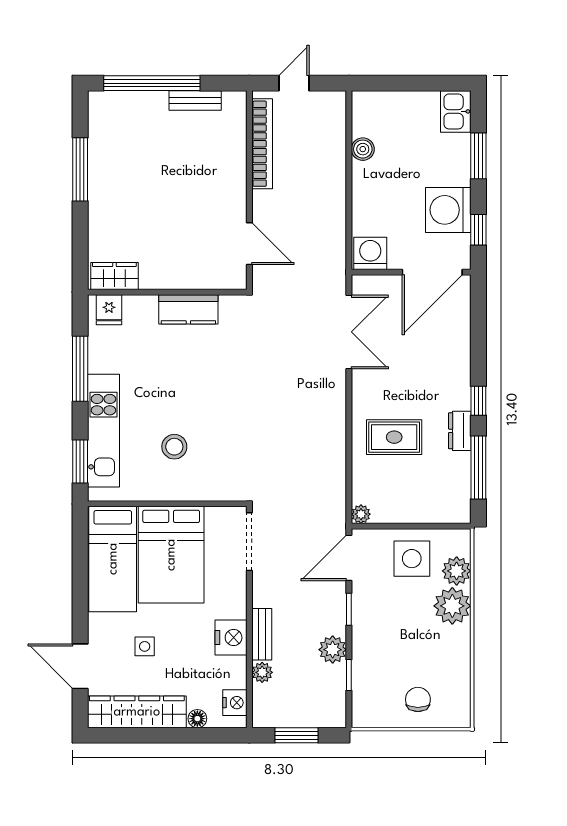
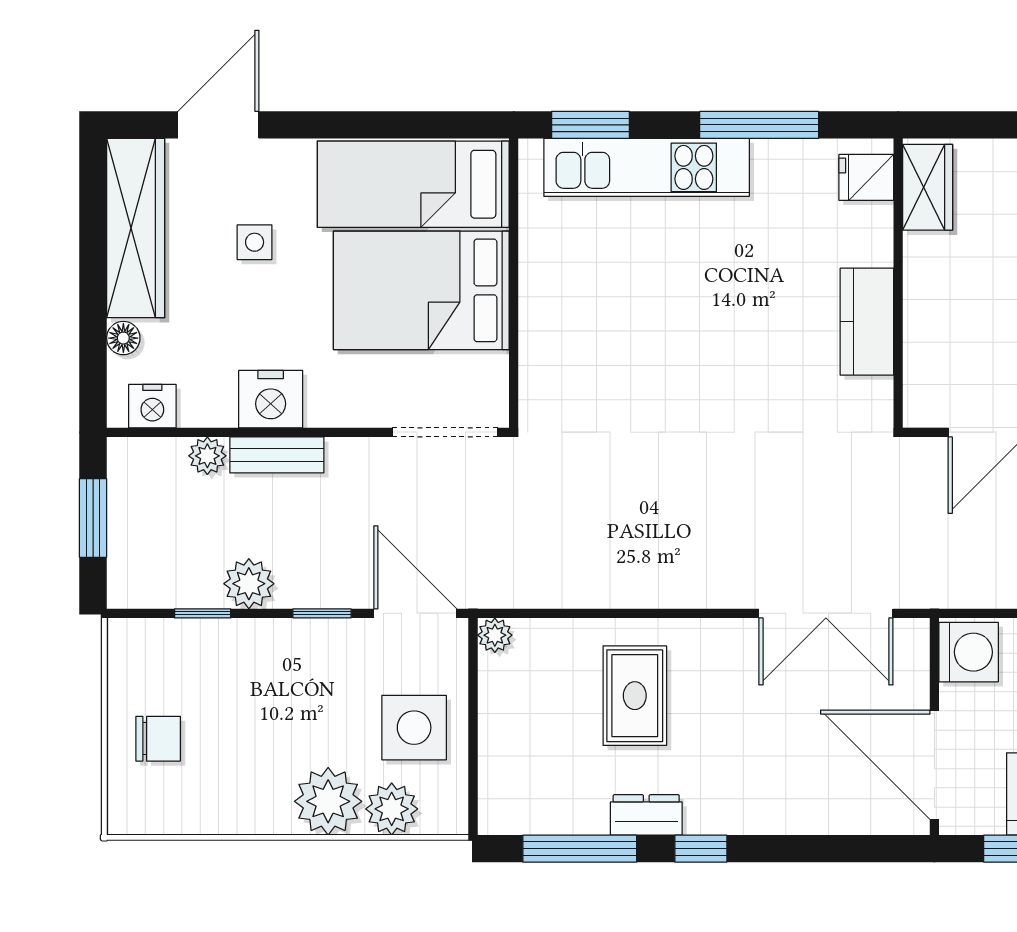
stool: (174, 447) -> (617, 296), removed

